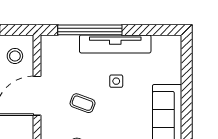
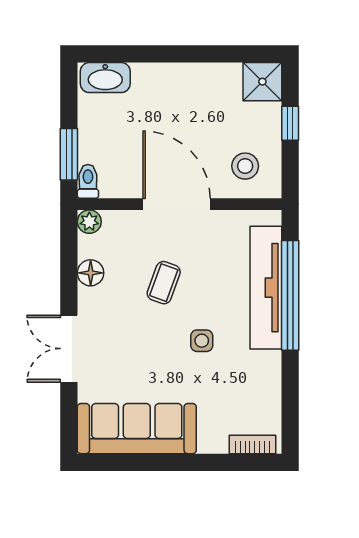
tv unit: (115, 44) -> (266, 288), moved
bookcase: (176, 52) -> (252, 445), added

